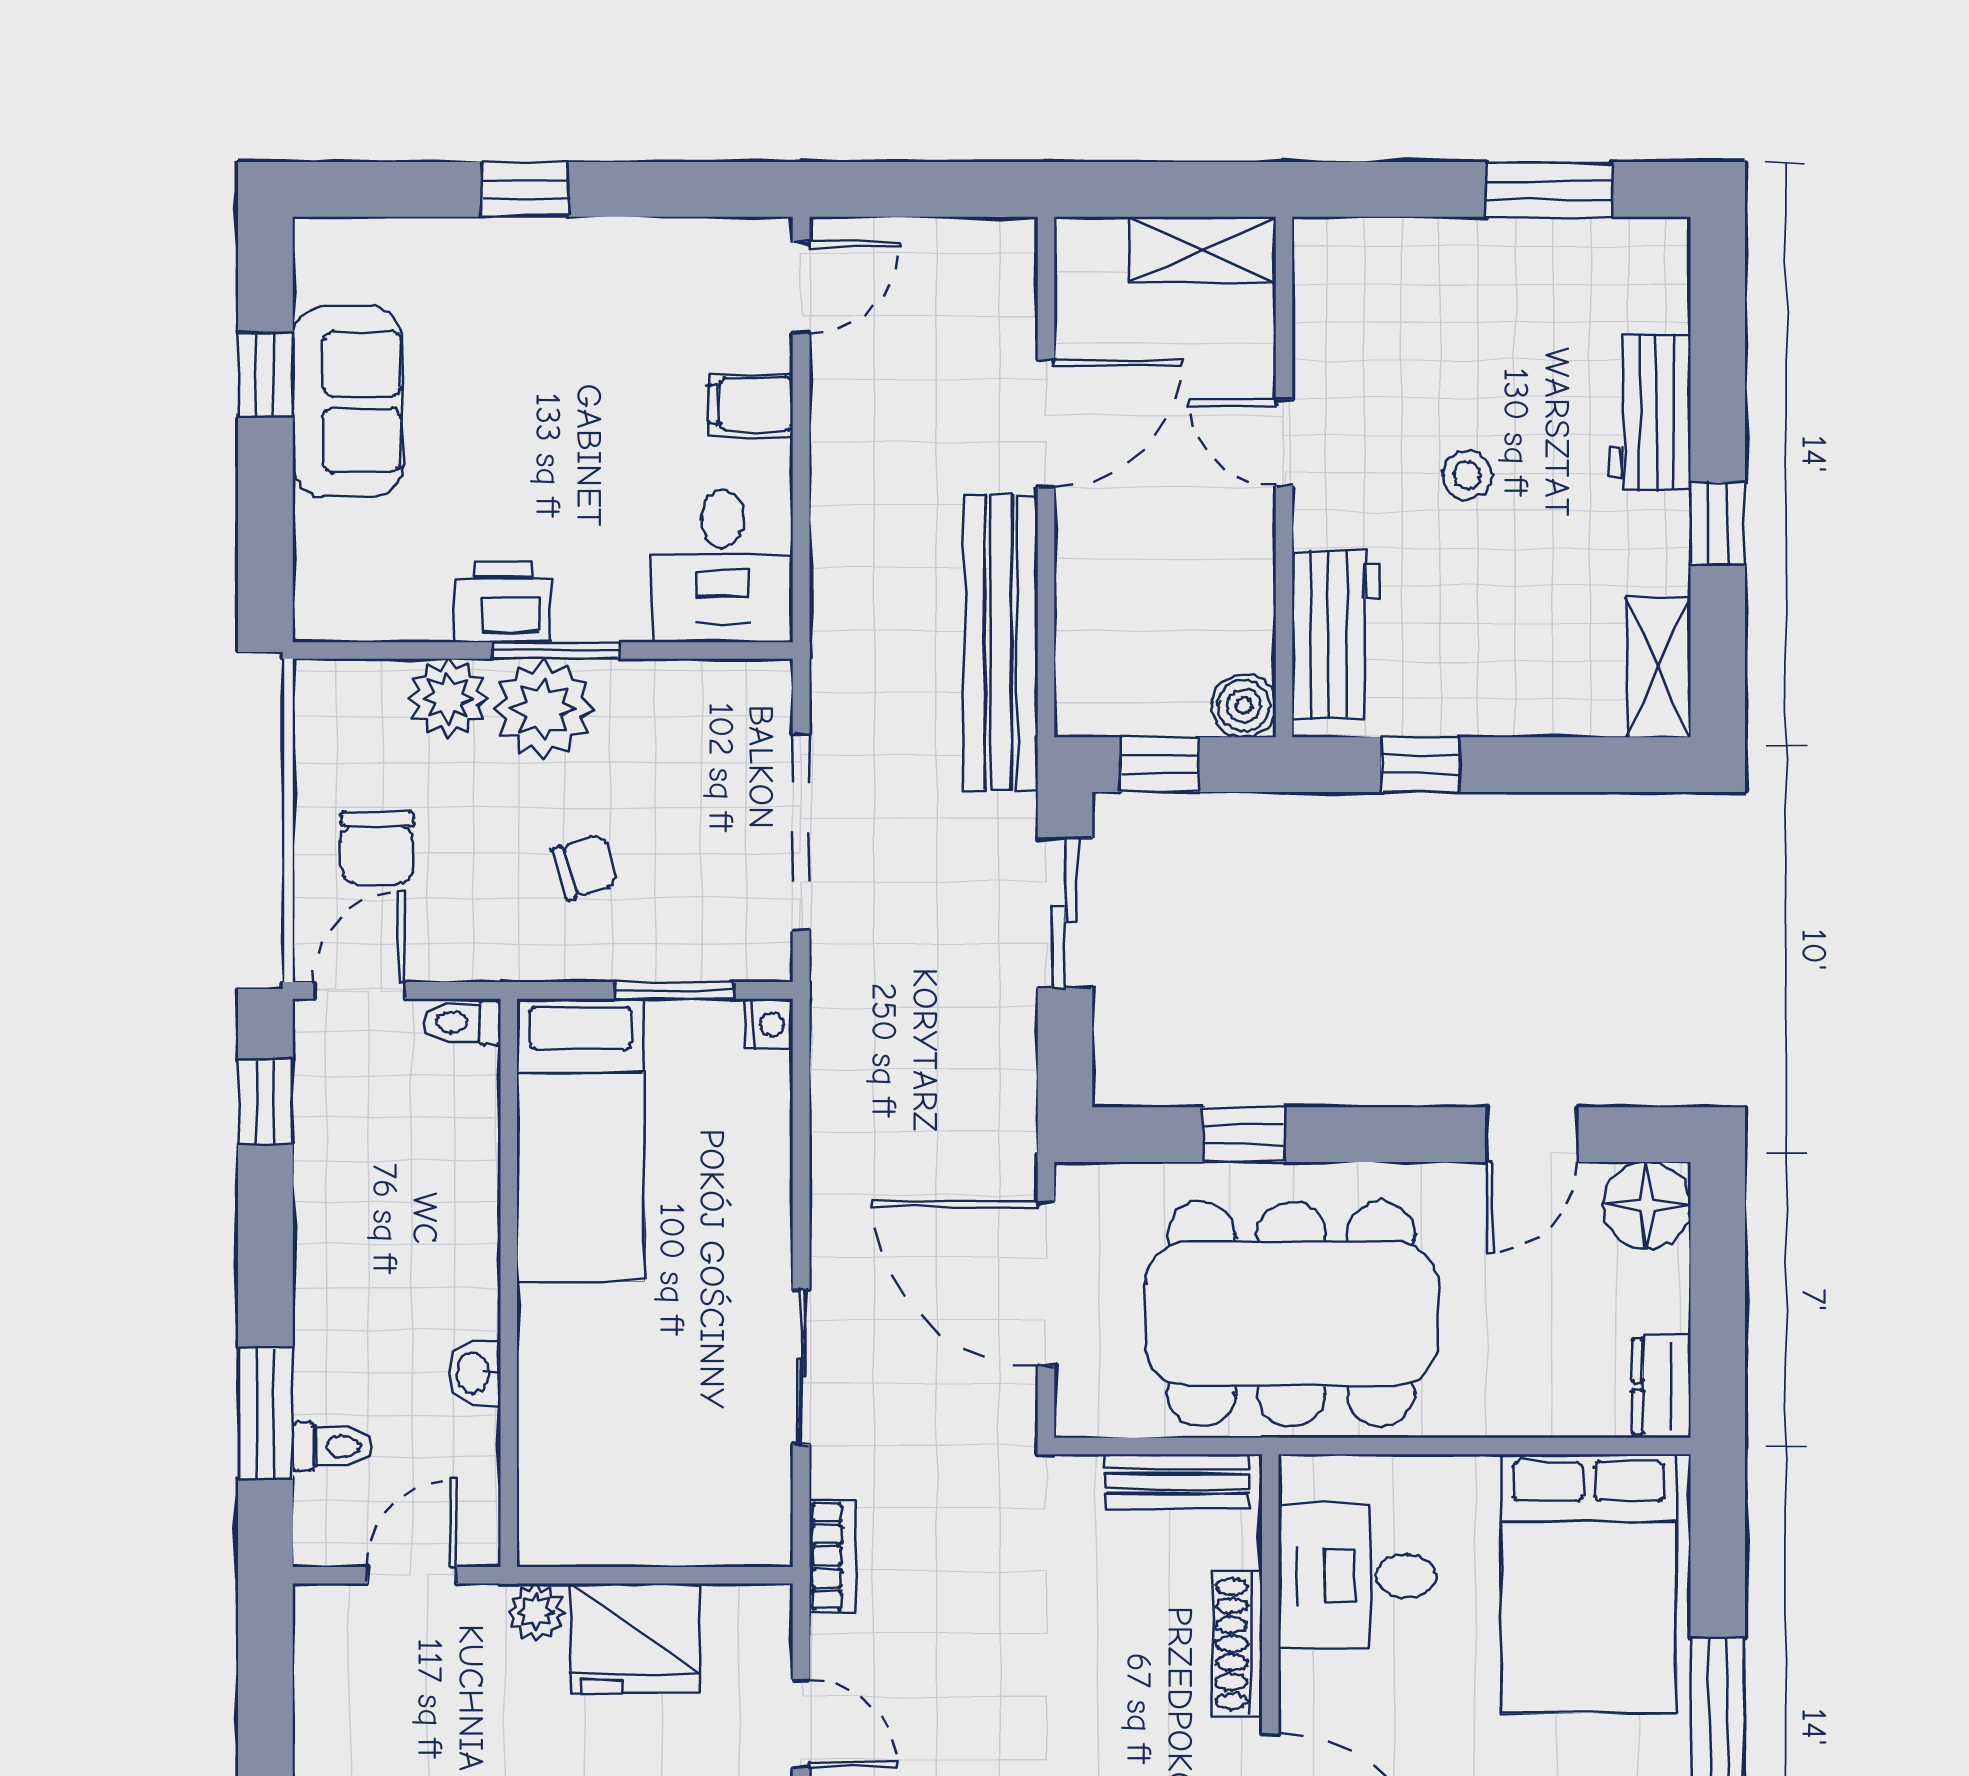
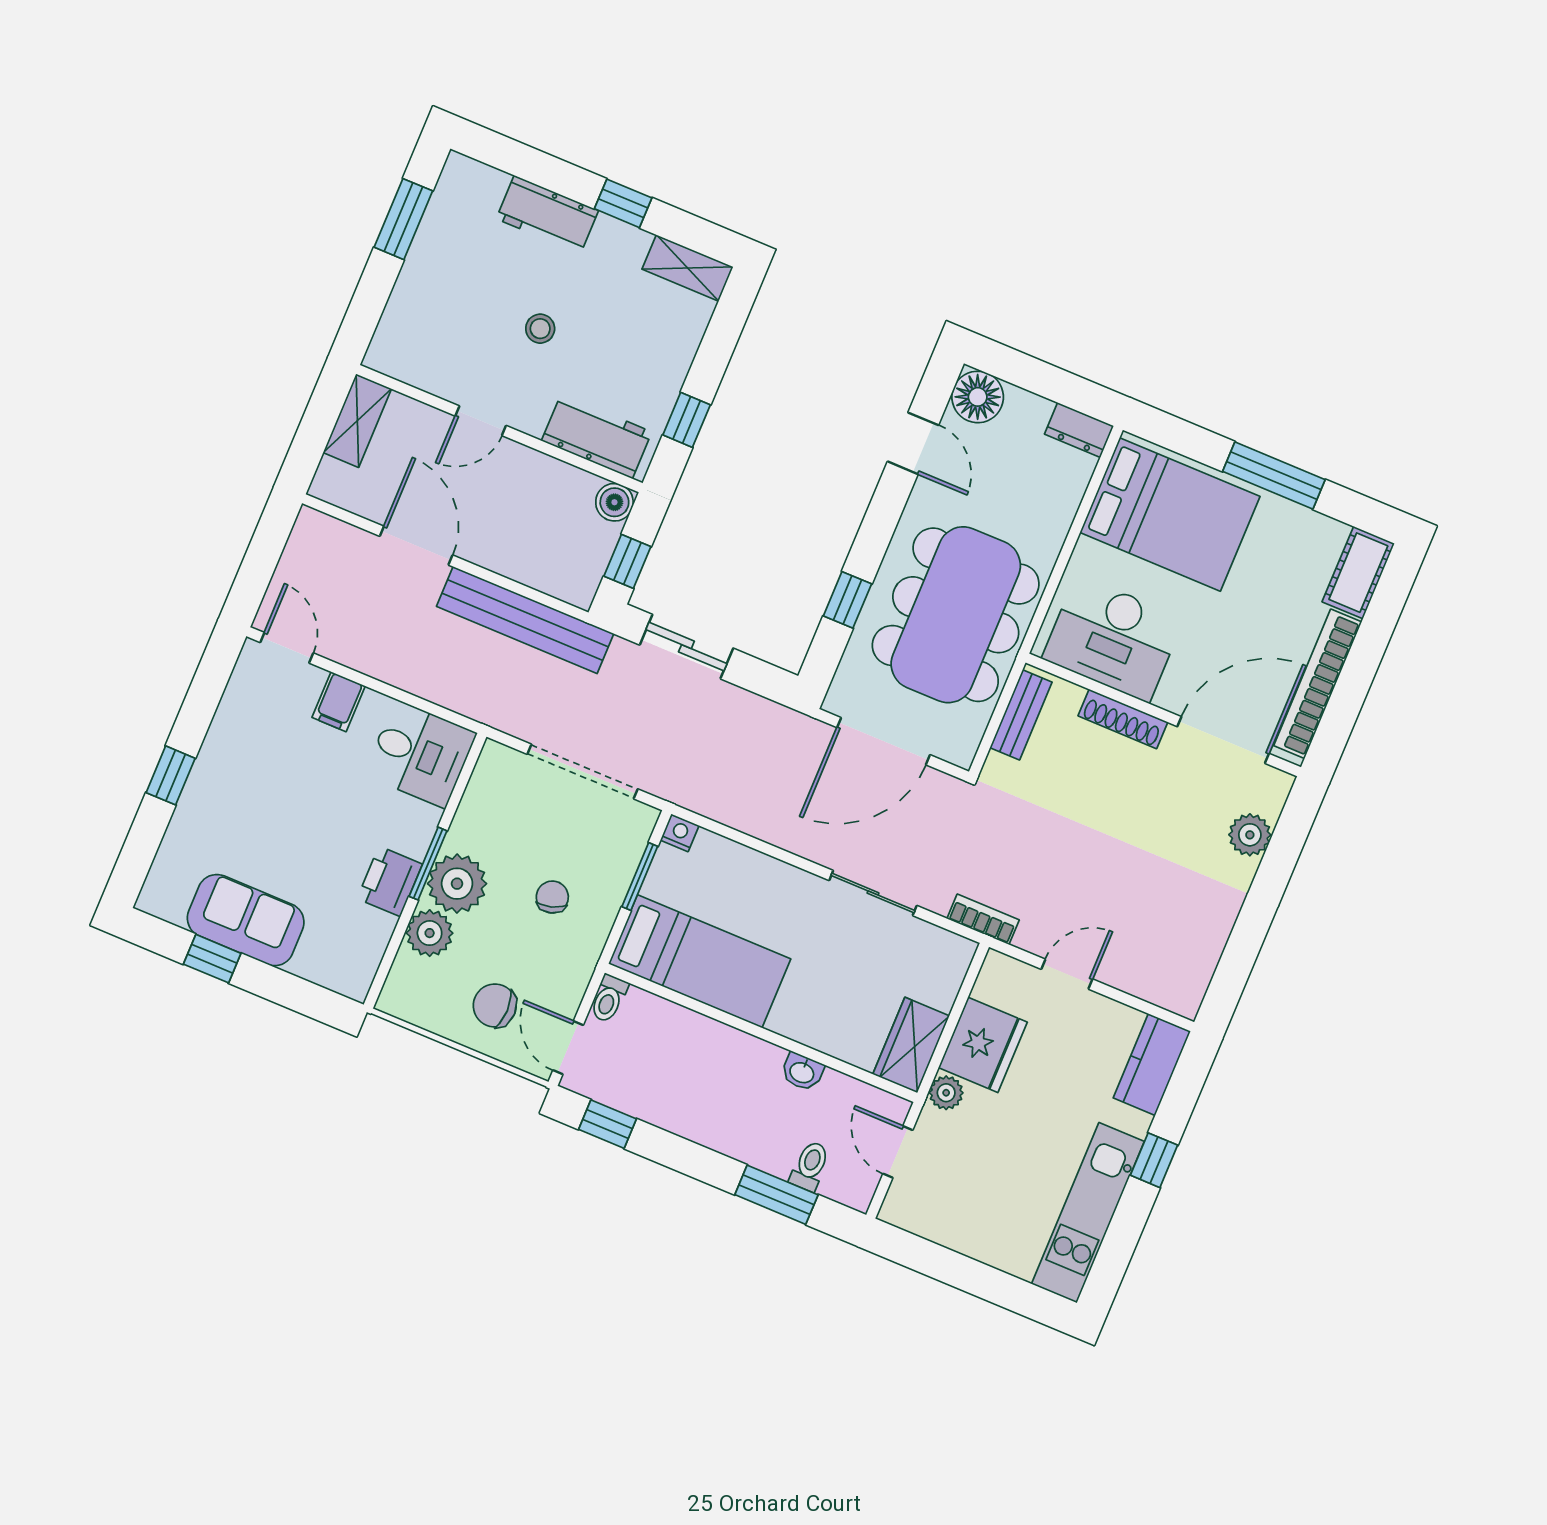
chair: (377, 848) -> (495, 1006), turned 180
wardrobe: (588, 1526) -> (911, 1045), added
desk: (1357, 1576) -> (1113, 639), width x1.37

